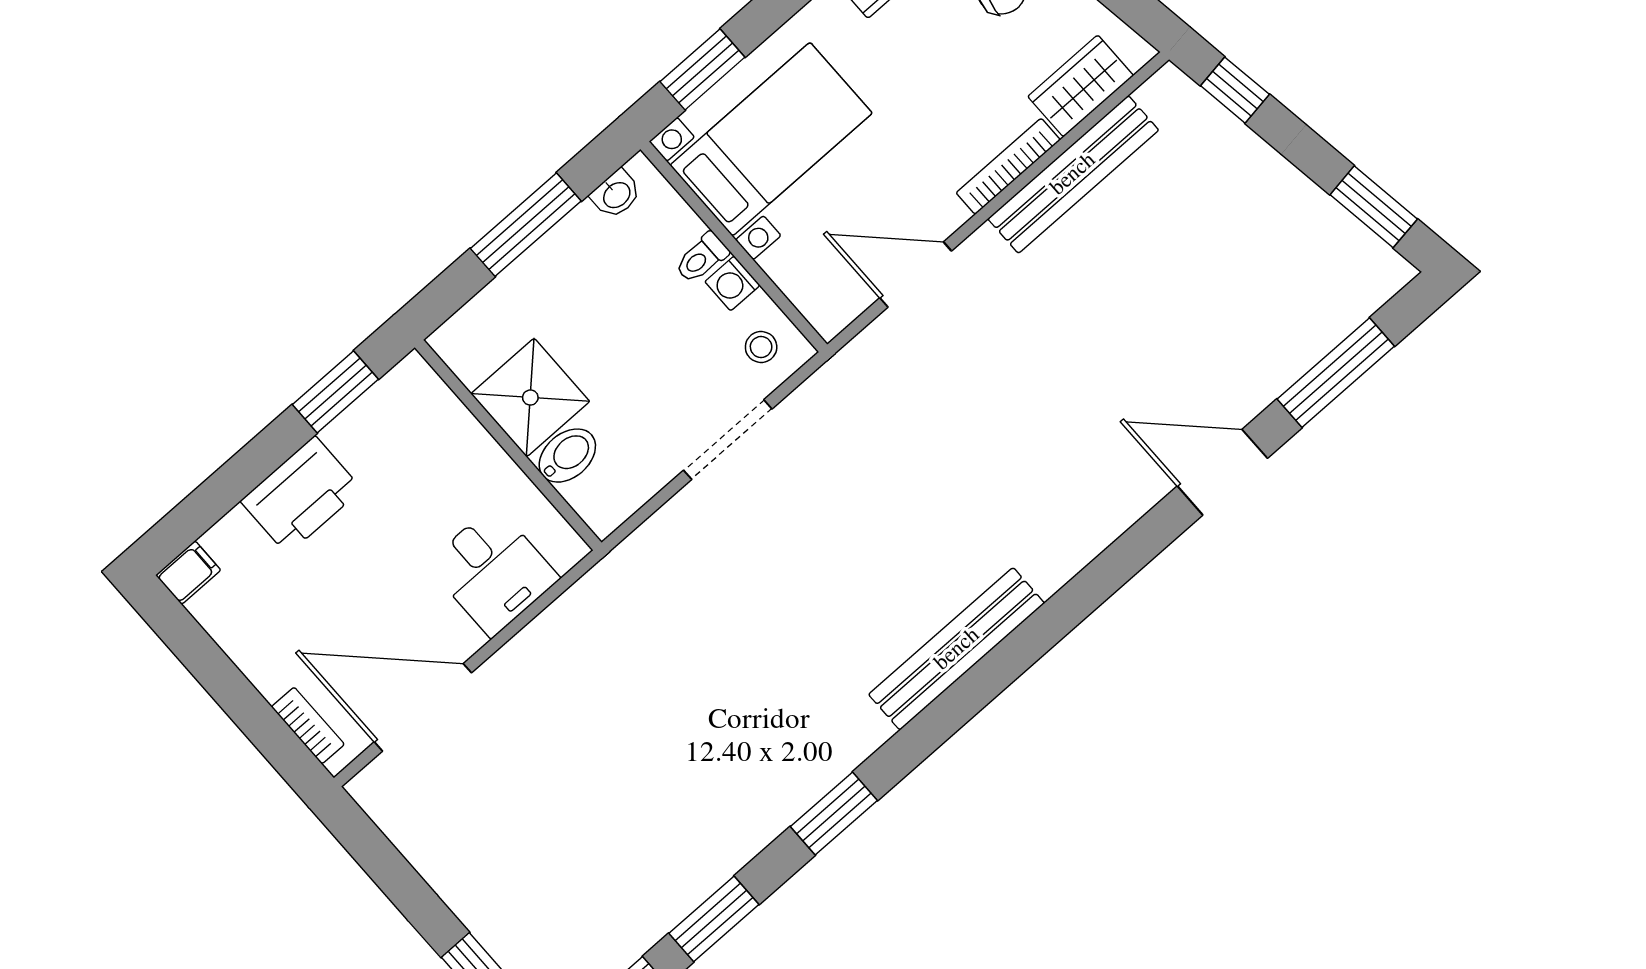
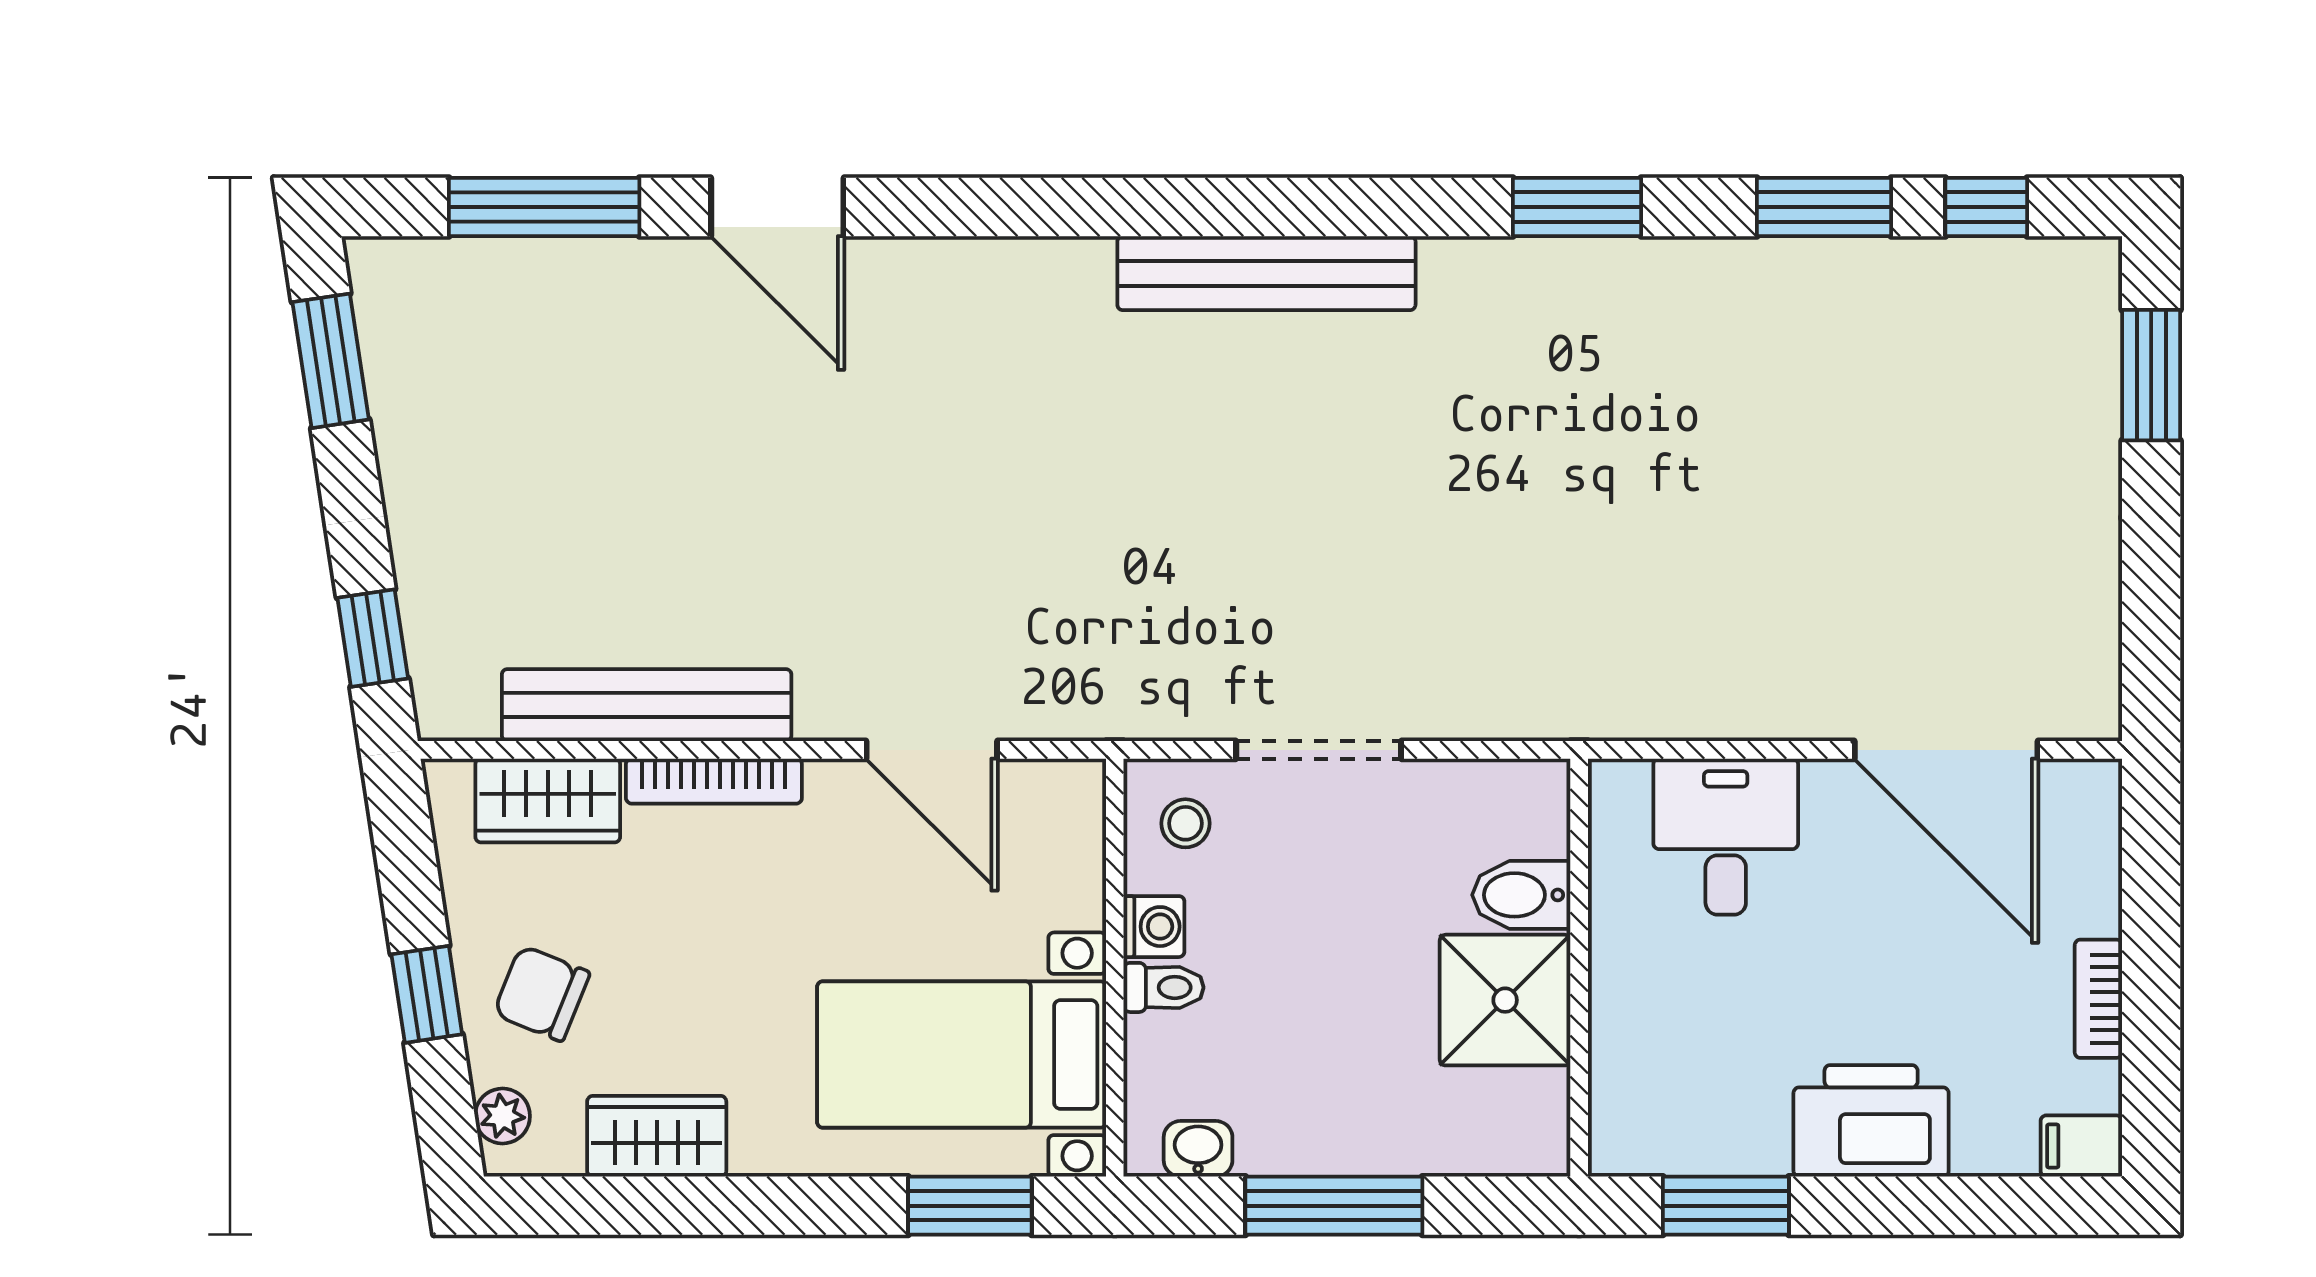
bookcase: (308, 726) -> (2098, 999), moved

